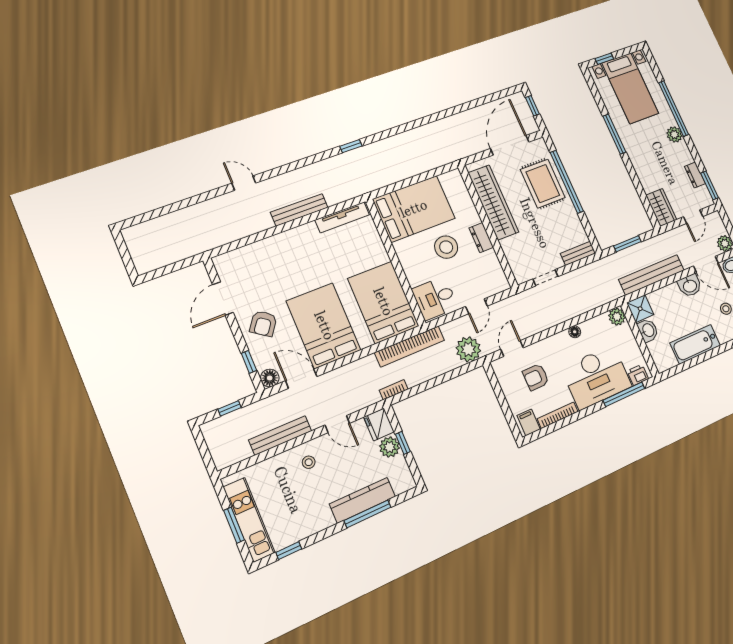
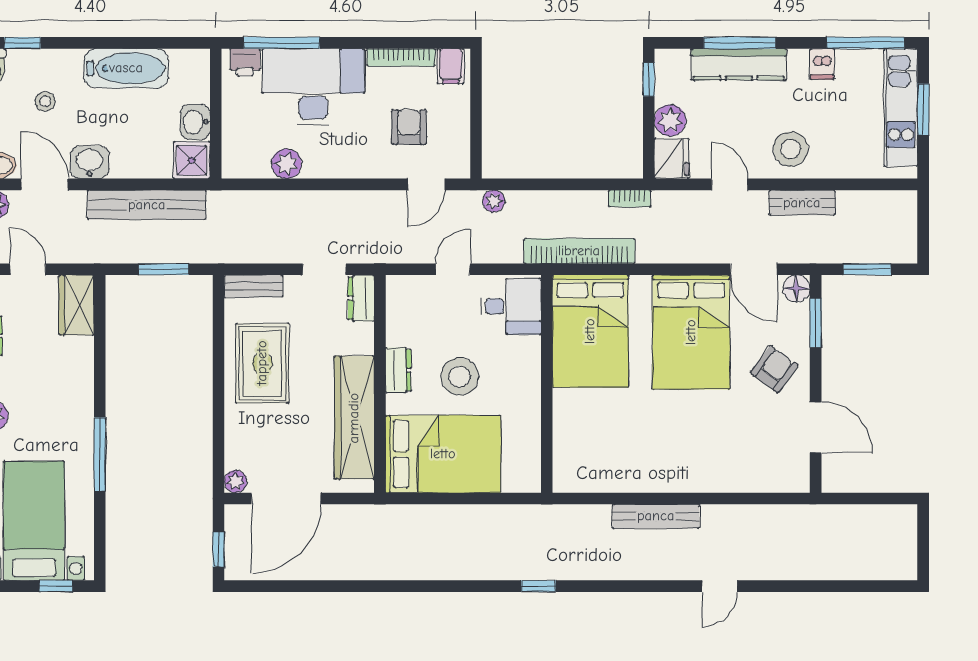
plant: (540, 145) -> (236, 481), added
window: (567, 182) -> (219, 406), removed
door: (244, 183) -> (720, 586), hinge flipped
rug: (543, 184) -> (262, 363), moved
bed: (414, 209) -> (443, 454), moved, turned 180
tv unit: (342, 217) -> (598, 481), removed
door: (693, 217) -> (28, 269), hinge flipped
dresser: (519, 270) -> (361, 298), added
door: (223, 298) -> (816, 427), hinge flipped
plant: (617, 317) -> (287, 164), moved
floor lamp: (575, 332) -> (316, 169), removed
plant: (468, 349) -> (494, 201), width x0.53, depth x0.53
window: (249, 362) -> (816, 323), width x1.50
armchair: (536, 377) -> (409, 127), turned -90
window: (230, 408) -> (867, 269), width x1.50
bench: (280, 435) -> (802, 203), width x0.73
window: (403, 443) -> (649, 80), moved
stool: (309, 462) -> (791, 149), width x1.89, depth x1.89
dishwasher: (311, 524) -> (822, 64), added
window: (289, 551) -> (865, 43), width x2.17

